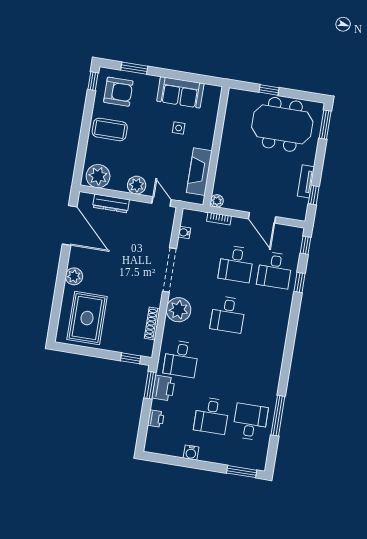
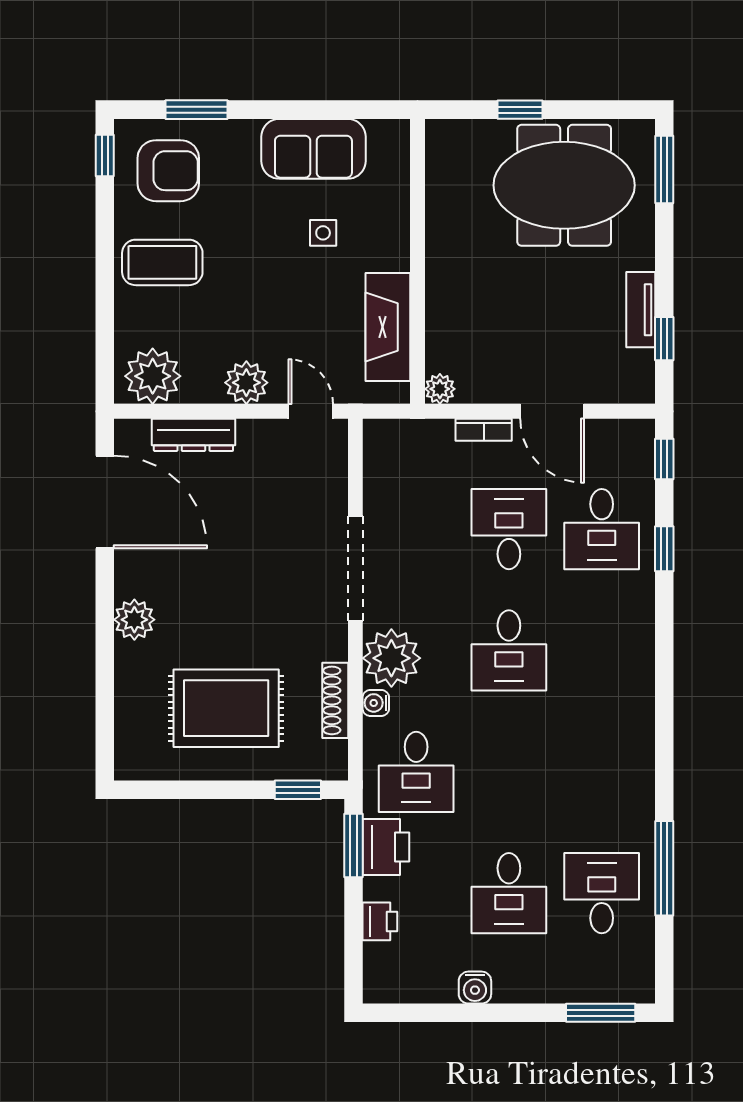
bookcase: (219, 219) -> (484, 430), moved
water cooler: (184, 233) -> (376, 703), moved
desk: (236, 264) -> (509, 529), turned 180
rug: (87, 318) -> (226, 708), moved, turned 90

